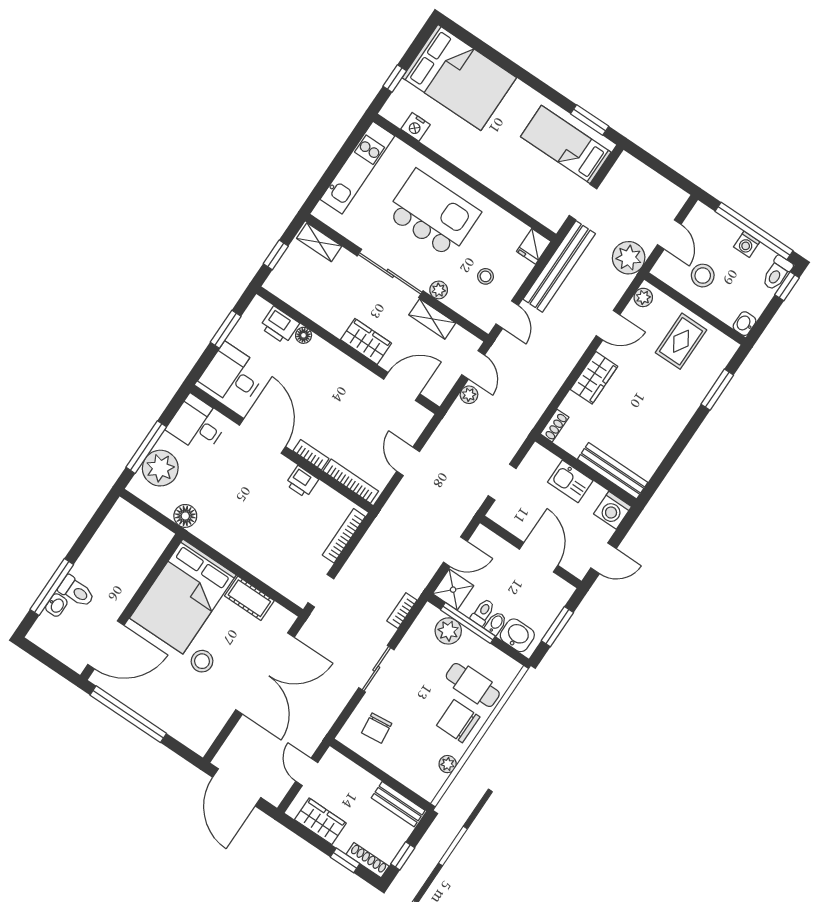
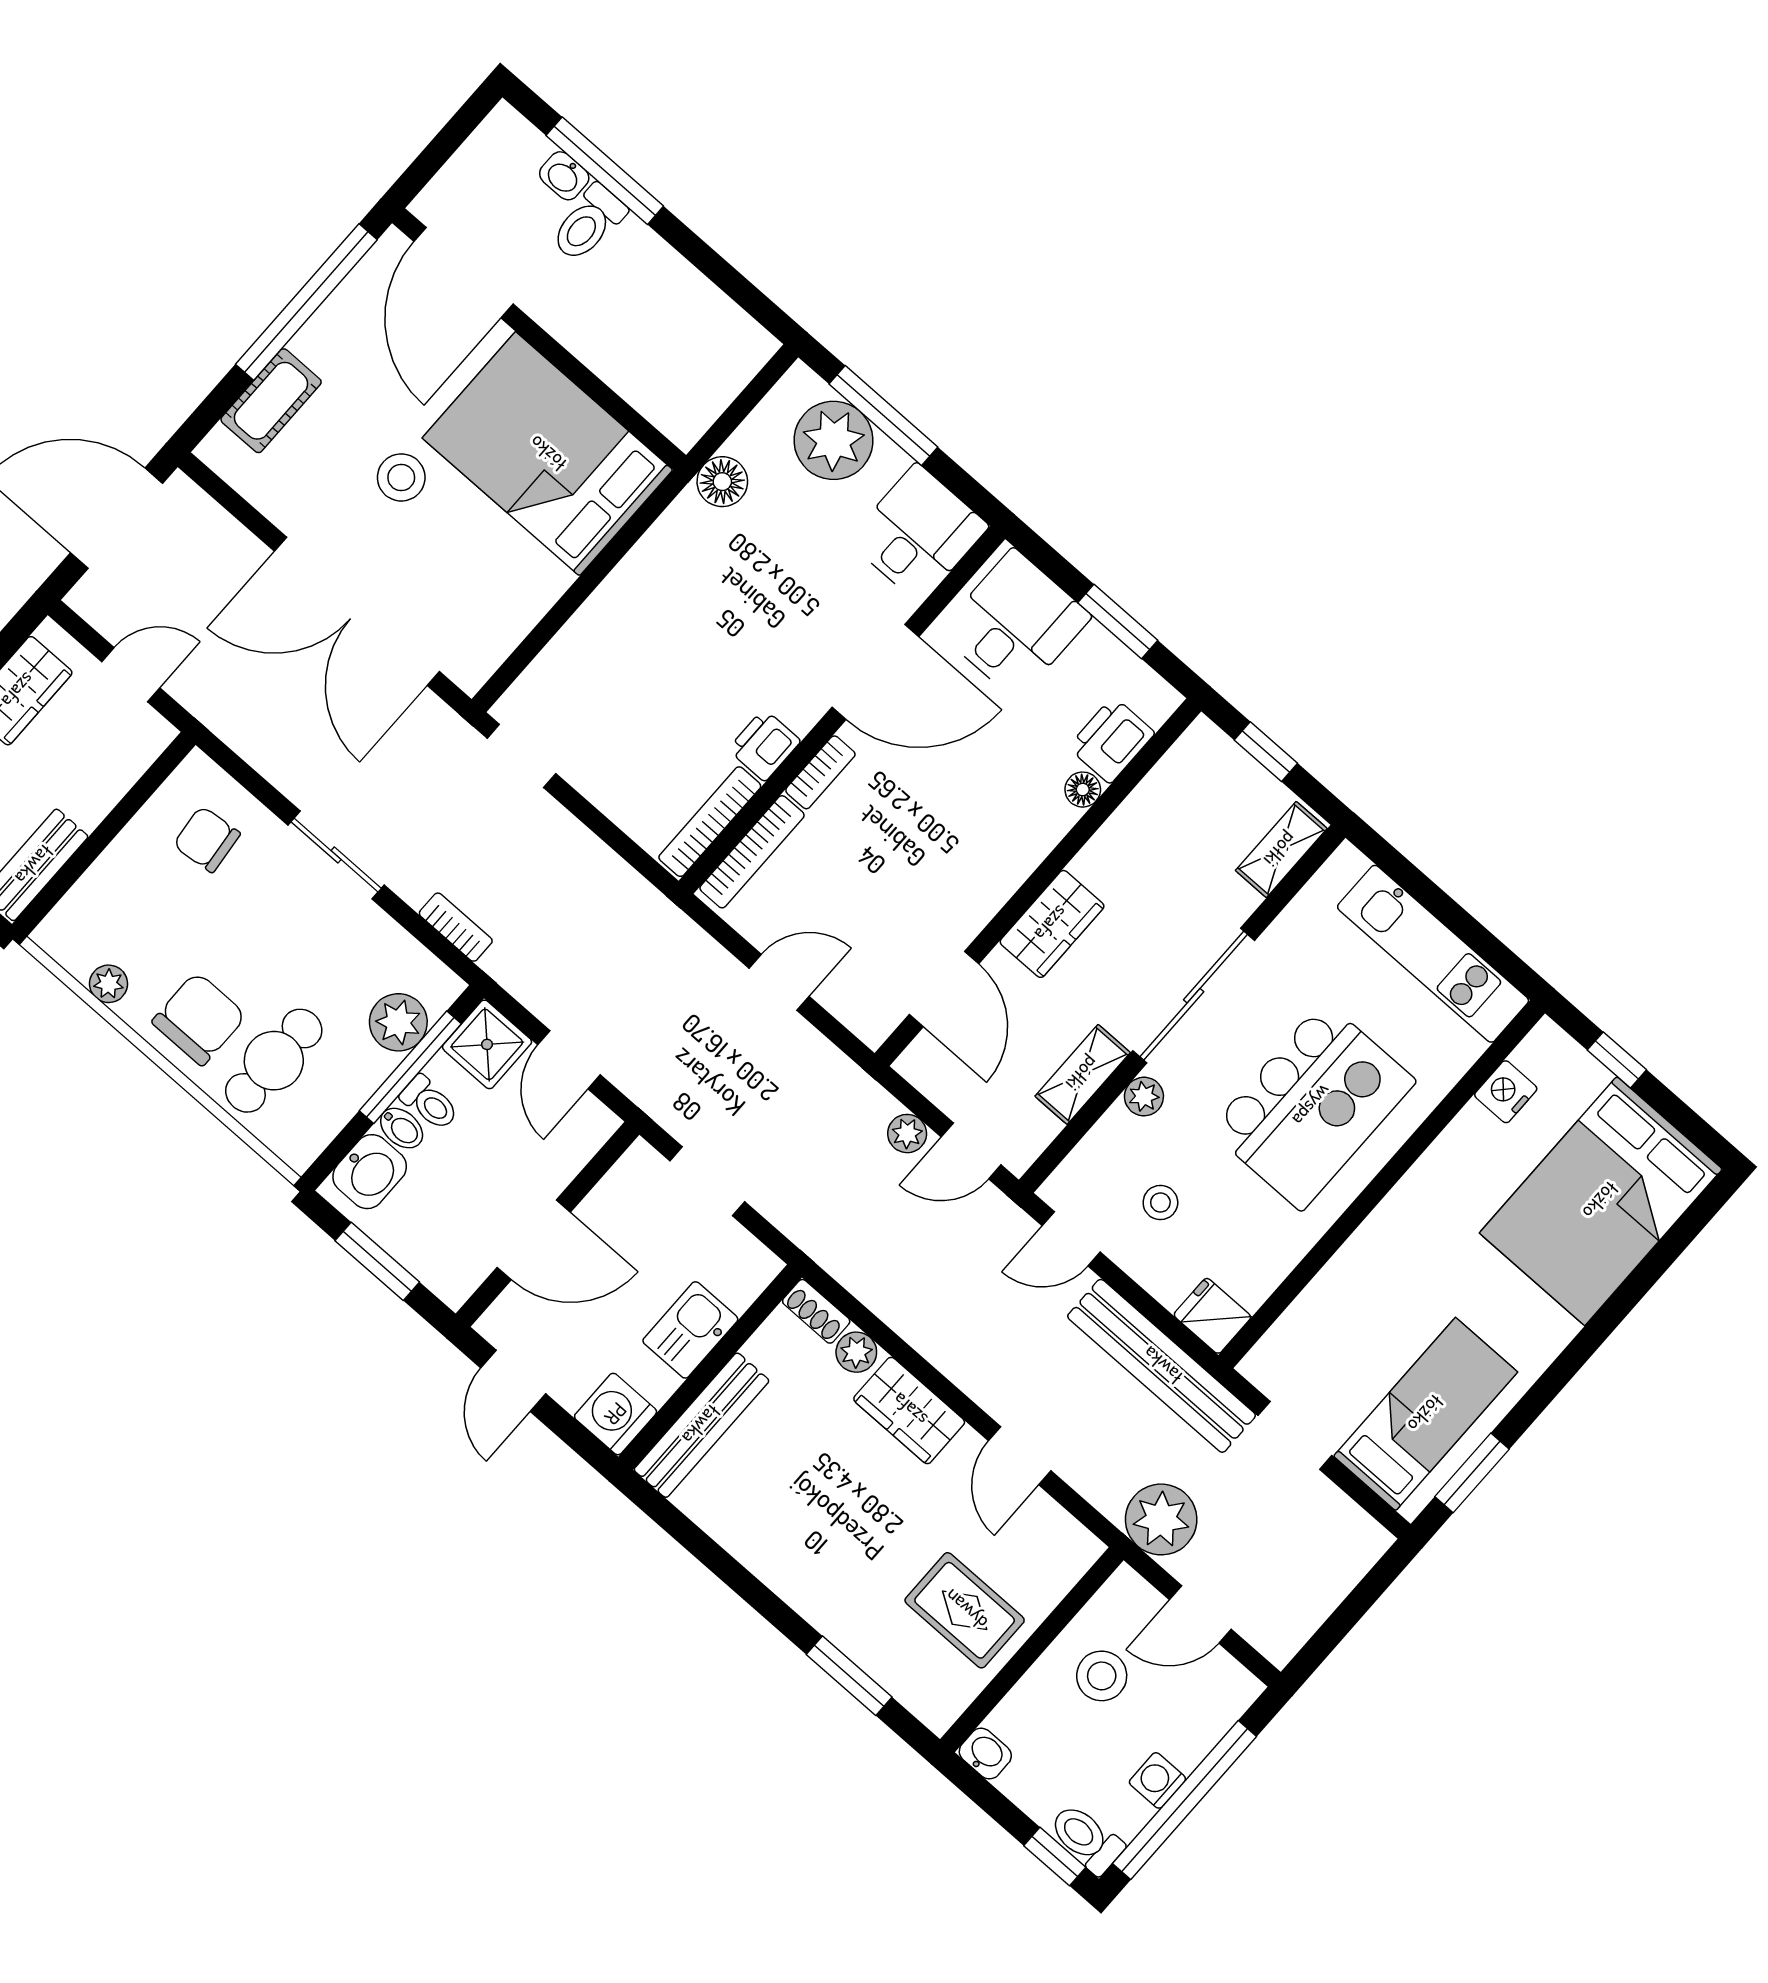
plant: (643, 297) -> (856, 1352), moved
bookcase: (344, 536) -> (710, 822), moved, turned -90
cot: (249, 598) -> (271, 401), moved

